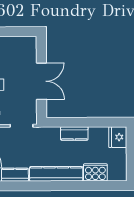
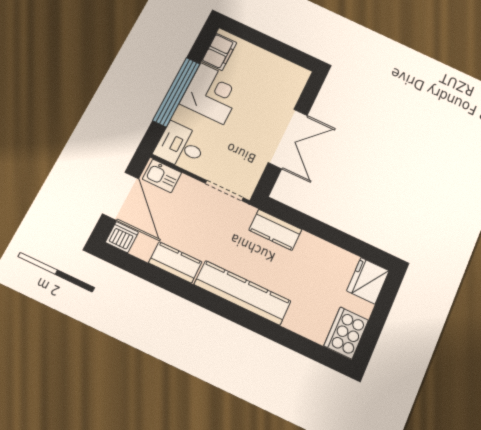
kitchen counter: (74, 134) -> (275, 230), moved
cooker: (95, 172) -> (346, 333), moved, turned -90

